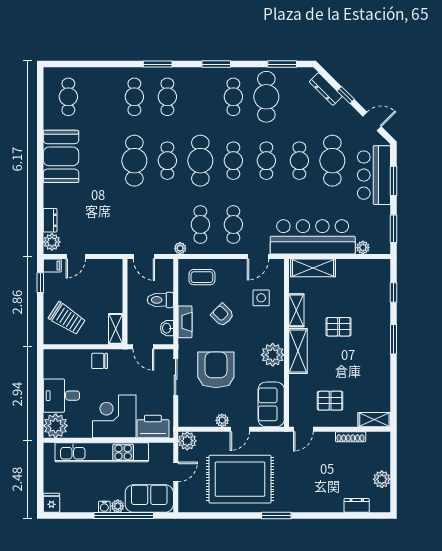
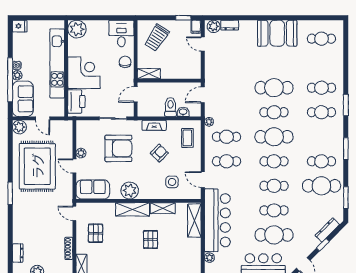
washbasin: (167, 328) -> (183, 112), moved
desk: (61, 396) -> (121, 33), moved
plant: (187, 441) -> (19, 127), moved

